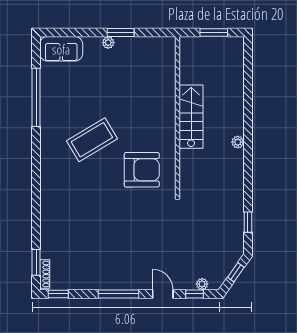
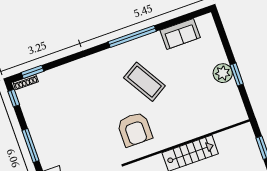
plant: (108, 43) -> (223, 73), width x1.88, depth x1.88
sofa: (61, 49) -> (180, 34), moved, turned -90
window: (36, 97) -> (132, 37), moved

